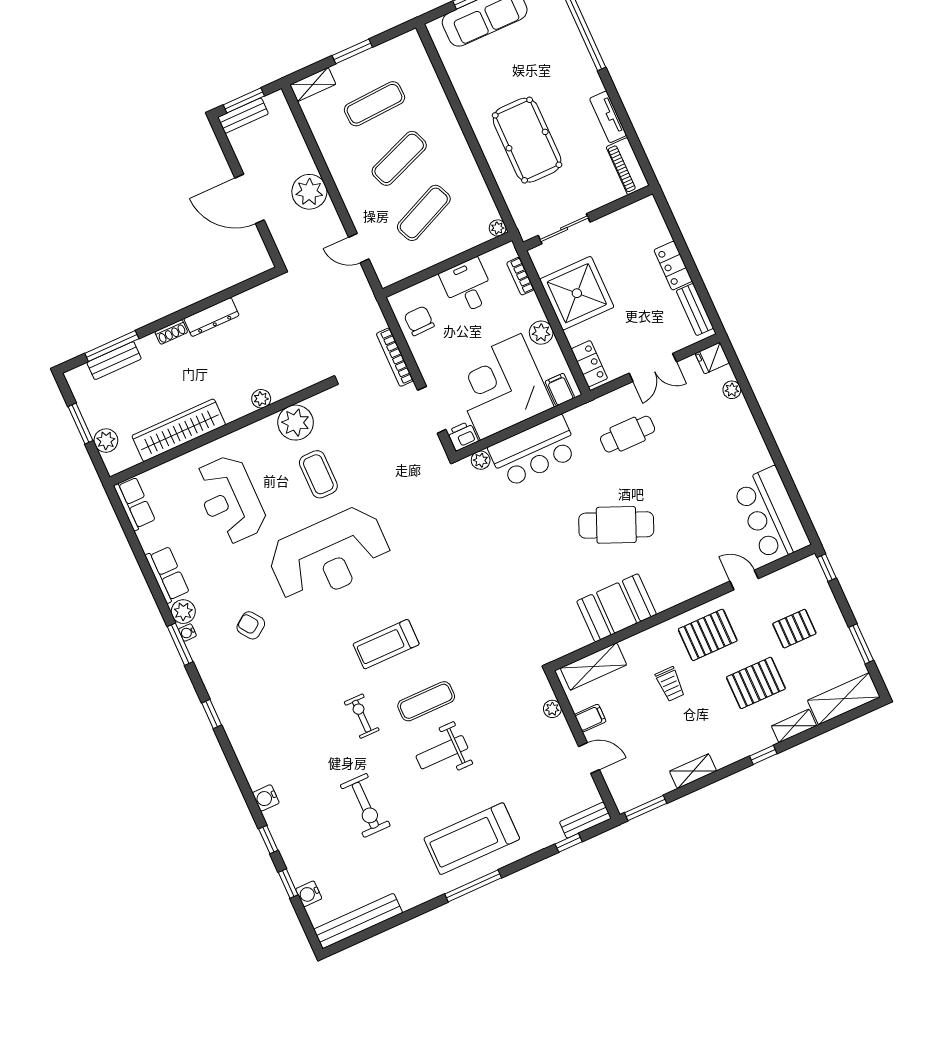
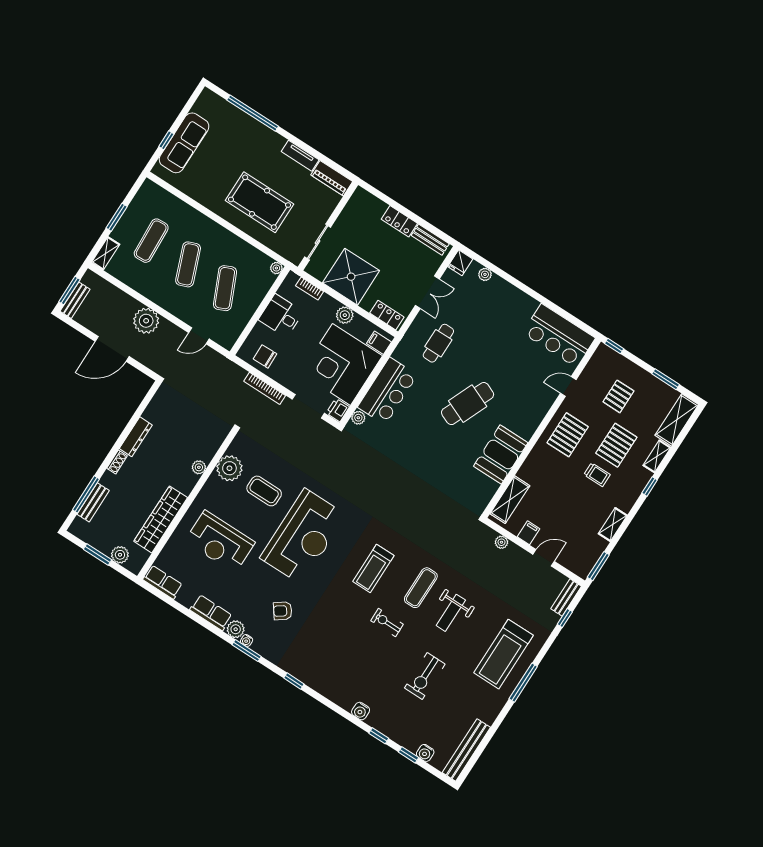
trolley: (670, 684) -> (597, 475), moved
exercise bike: (365, 805) -> (425, 676), turned 90

